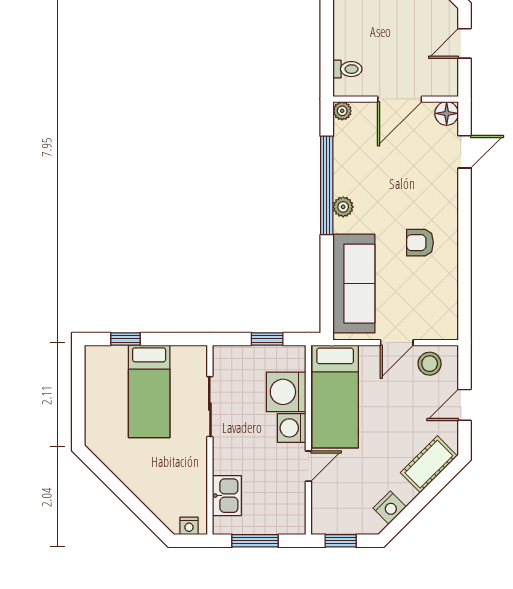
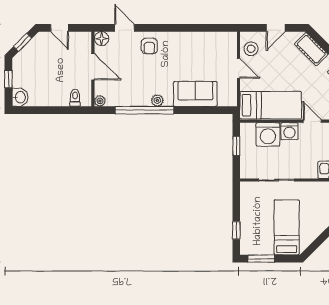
armchair: (420, 243) -> (149, 46), moved
sofa: (354, 284) -> (195, 94), width x0.73
window: (78, 381) -> (261, 259), added
bed: (149, 391) -> (287, 227), moved, turned -90
door: (465, 405) -> (276, 28), hinge flipped

